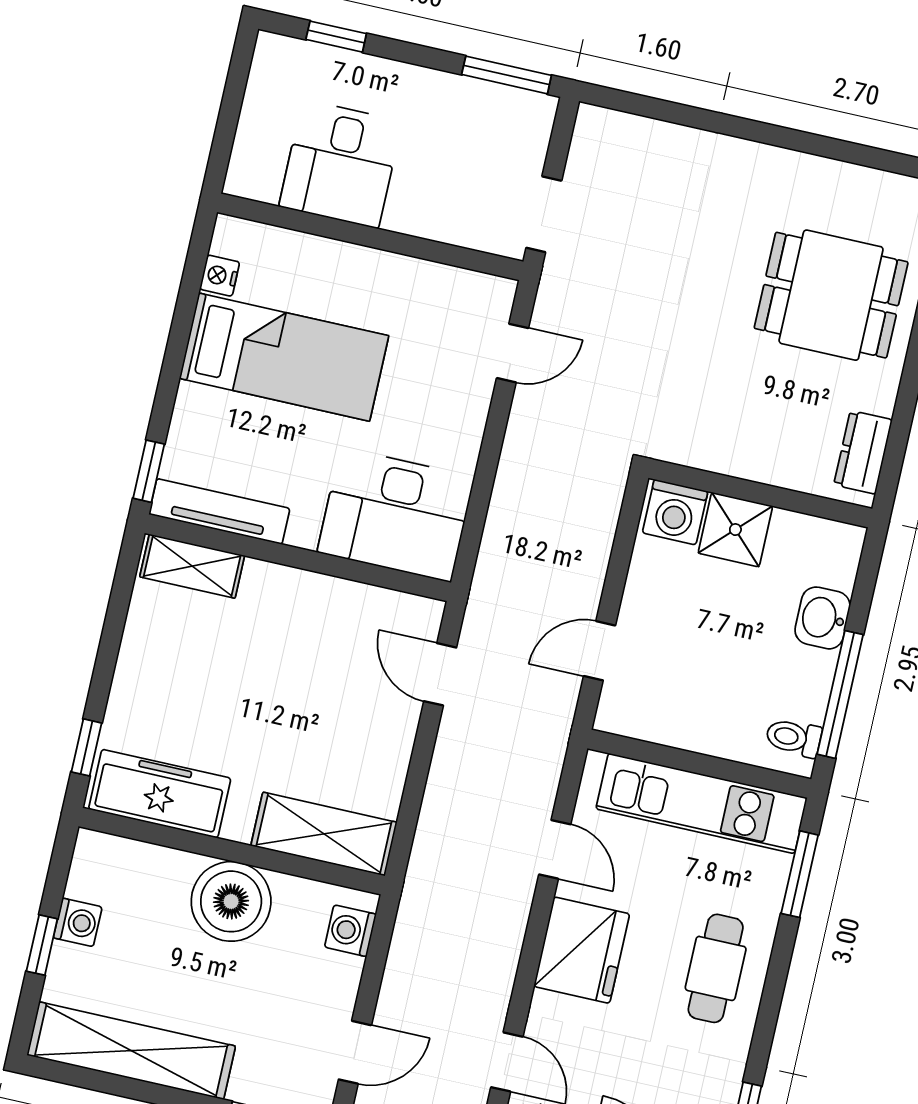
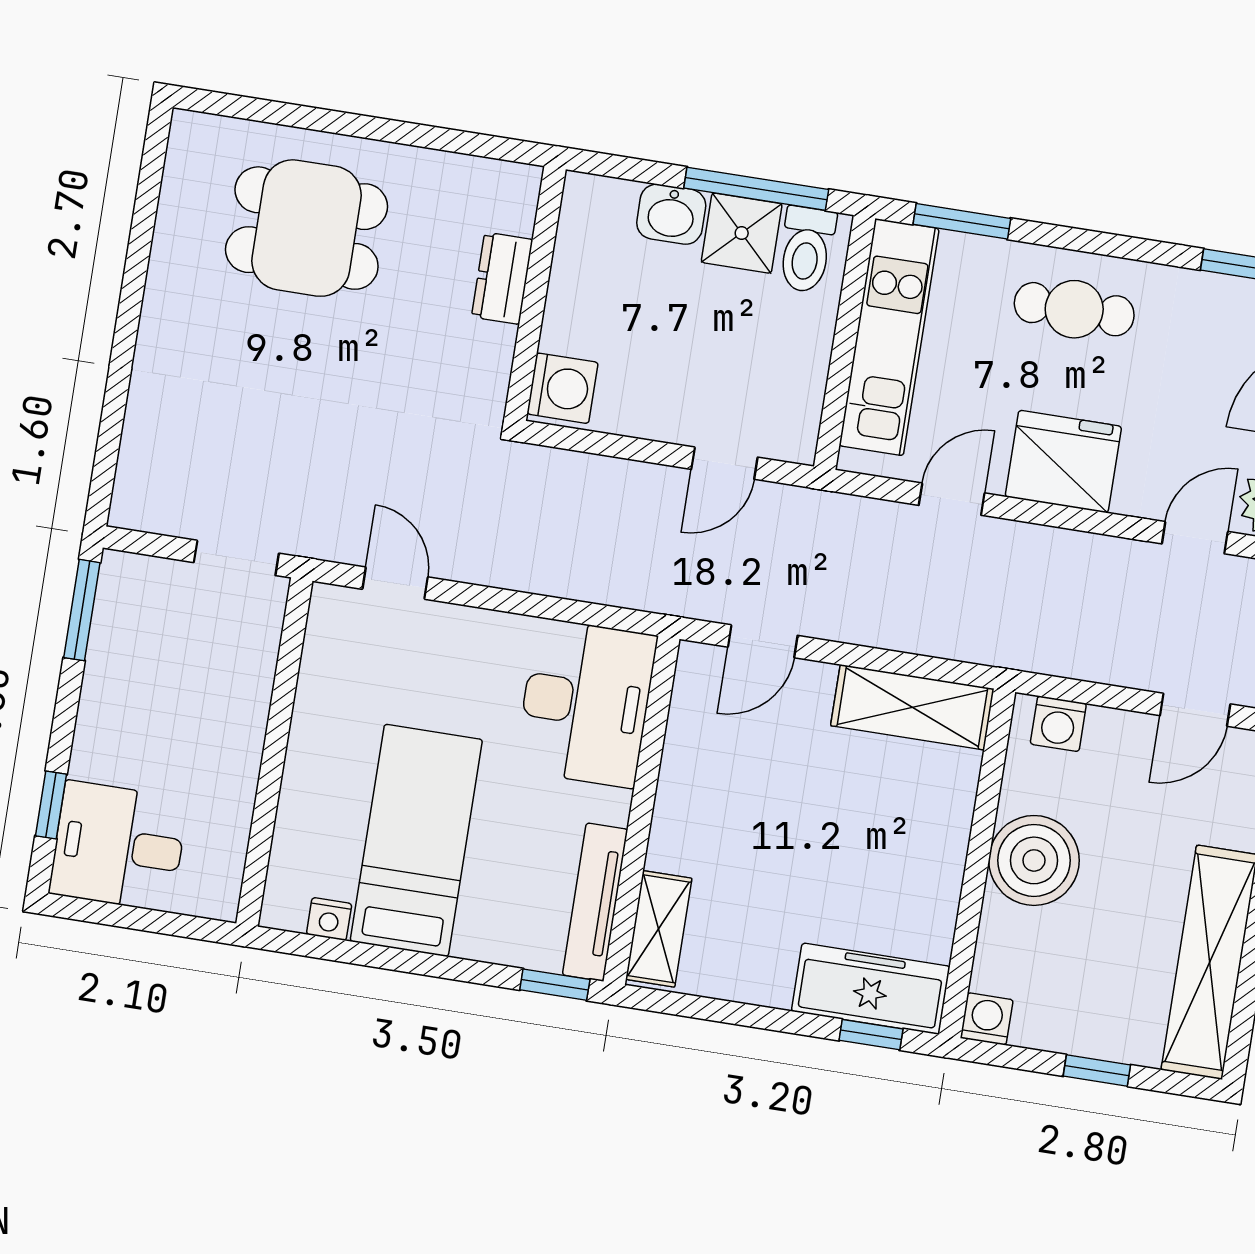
desk: (341, 164) -> (119, 846), moved, turned 180
dining table: (831, 295) -> (307, 228), turned 90
dresser: (863, 452) -> (502, 278), moved, turned 90
shower: (735, 530) -> (742, 233), moved
door: (600, 651) -> (724, 463), hinge flipped
toilet: (794, 738) -> (806, 250), width x1.37, depth x1.39
freezer: (160, 794) -> (871, 989), moved, turned 90
shelving: (324, 834) -> (912, 707), moved, turned 90
washing machine: (78, 922) -> (987, 1019), moved
door: (355, 1052) -> (1195, 710), swing flipped

